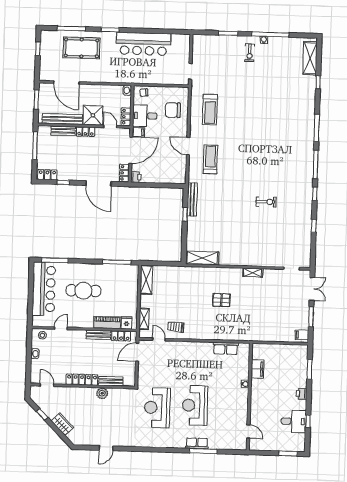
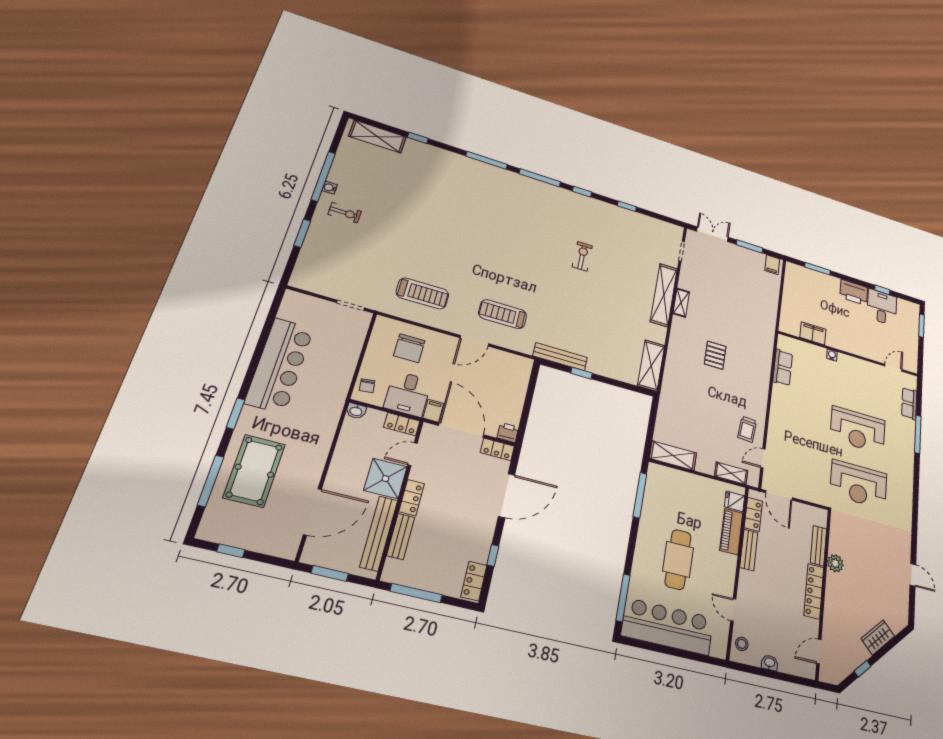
shelving: (255, 260) -> (664, 295), added
printer: (302, 394) -> (854, 292), width x1.87, depth x1.48
row of seats: (197, 443) -> (909, 403), moved

